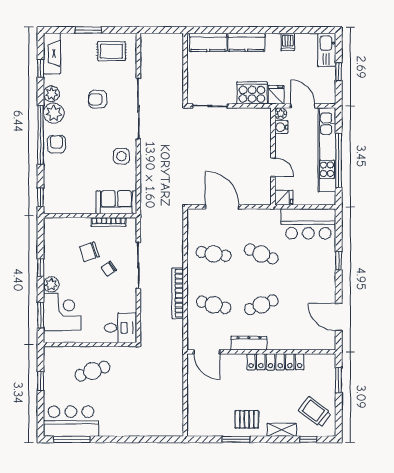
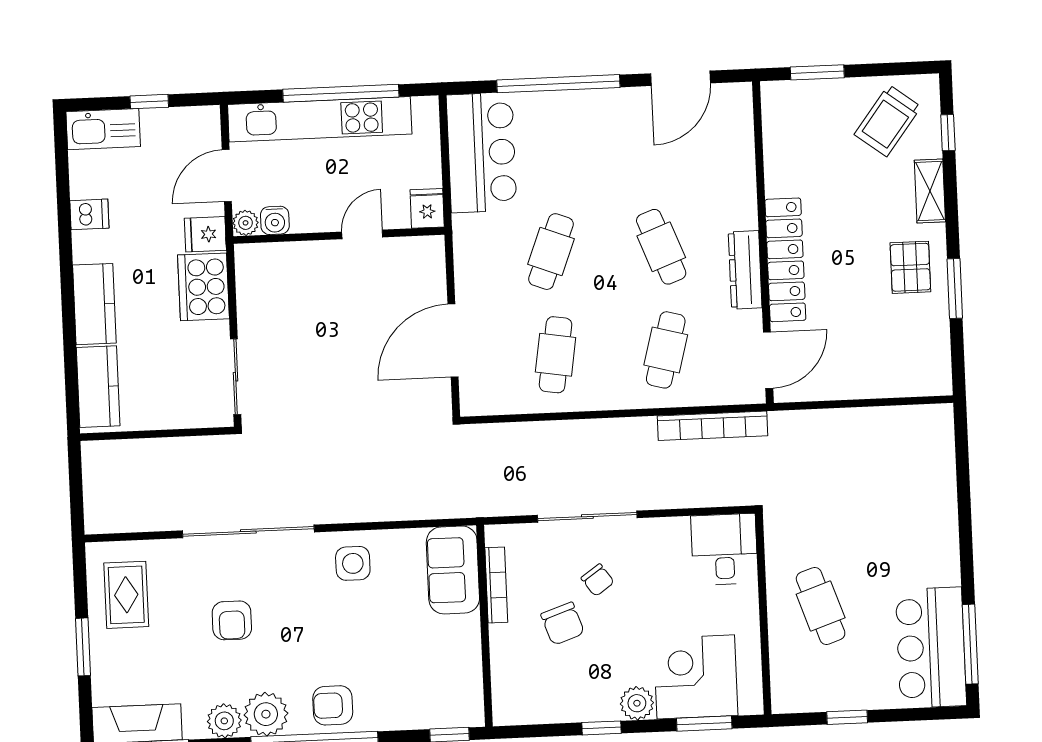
window: (339, 261) -> (558, 84), width x3.17
bookcase: (178, 293) -> (712, 426), moved
locker: (275, 362) -> (785, 260), moved

